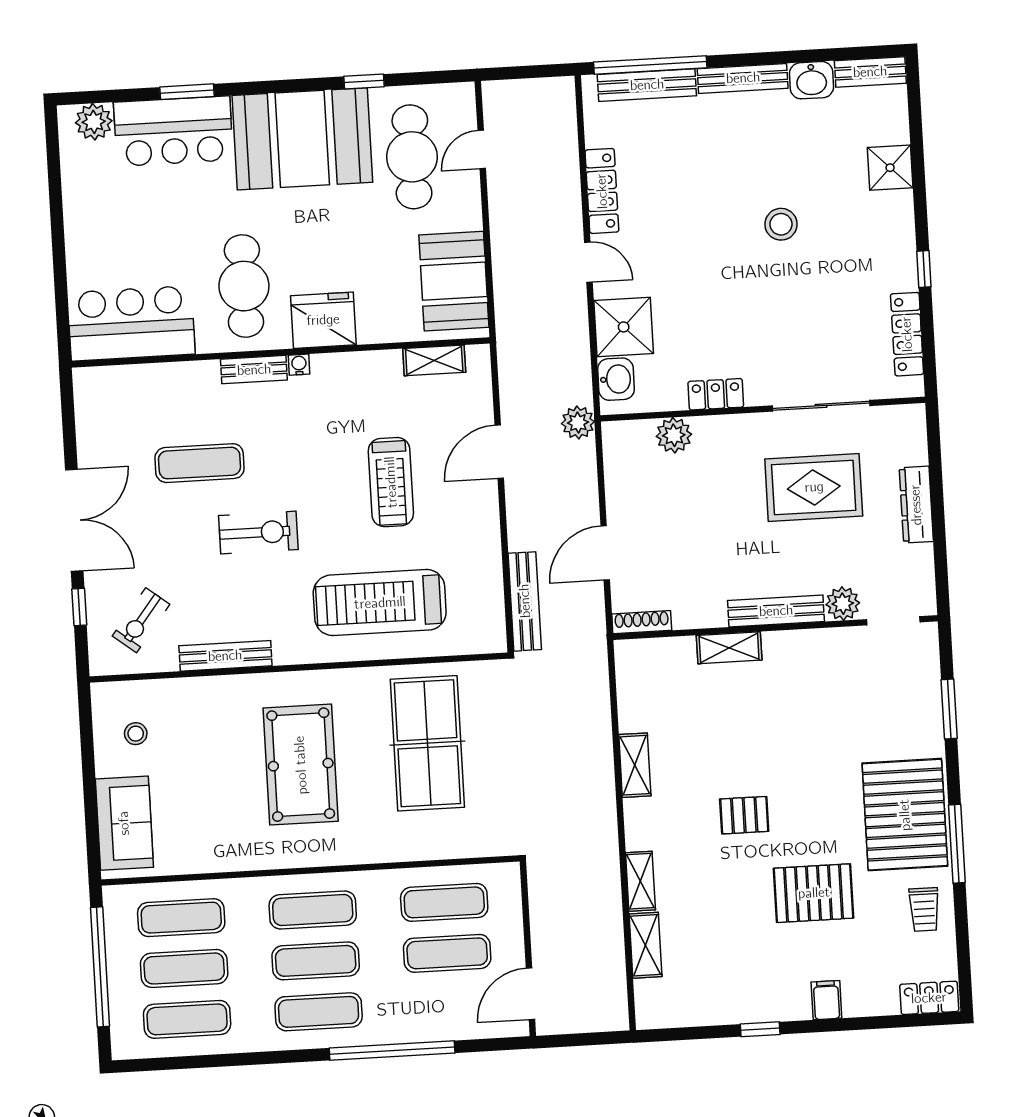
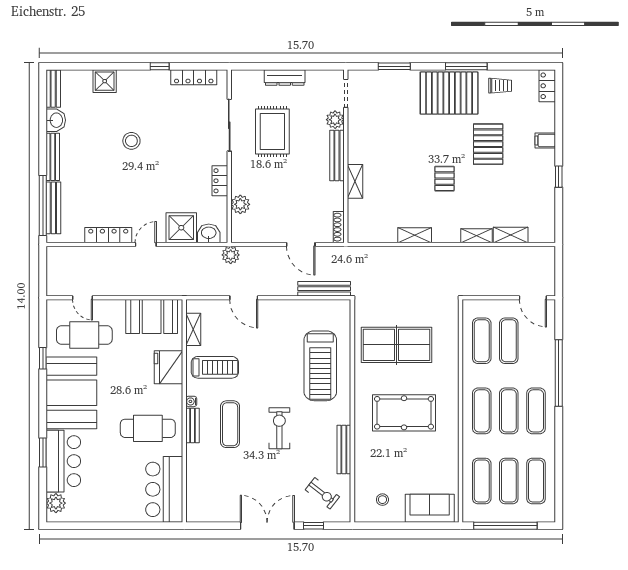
fridge: (323, 320) -> (168, 367), moved
exercise mat: (200, 463) -> (230, 424), moved
treadmill: (391, 482) -> (215, 367), moved

